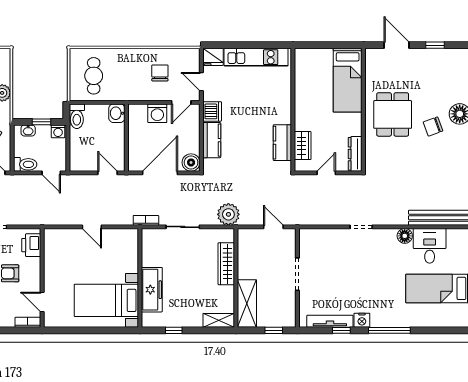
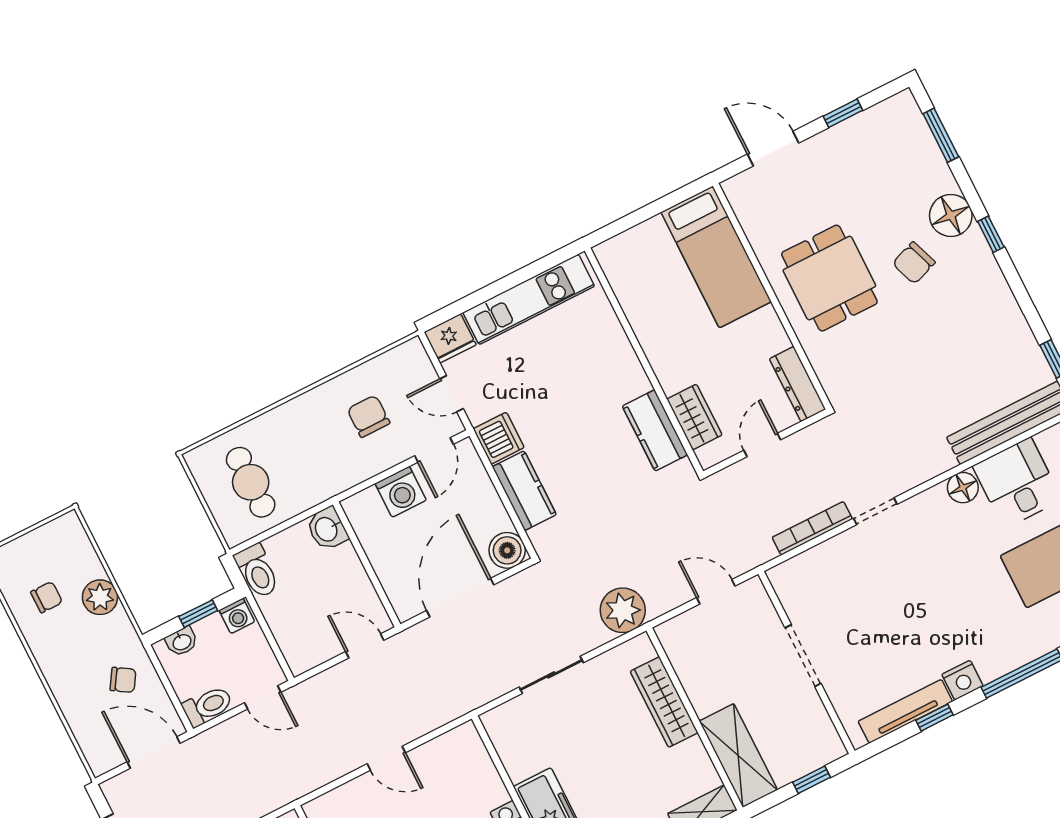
bookcase: (146, 220) -> (812, 528), moved, width x1.56

